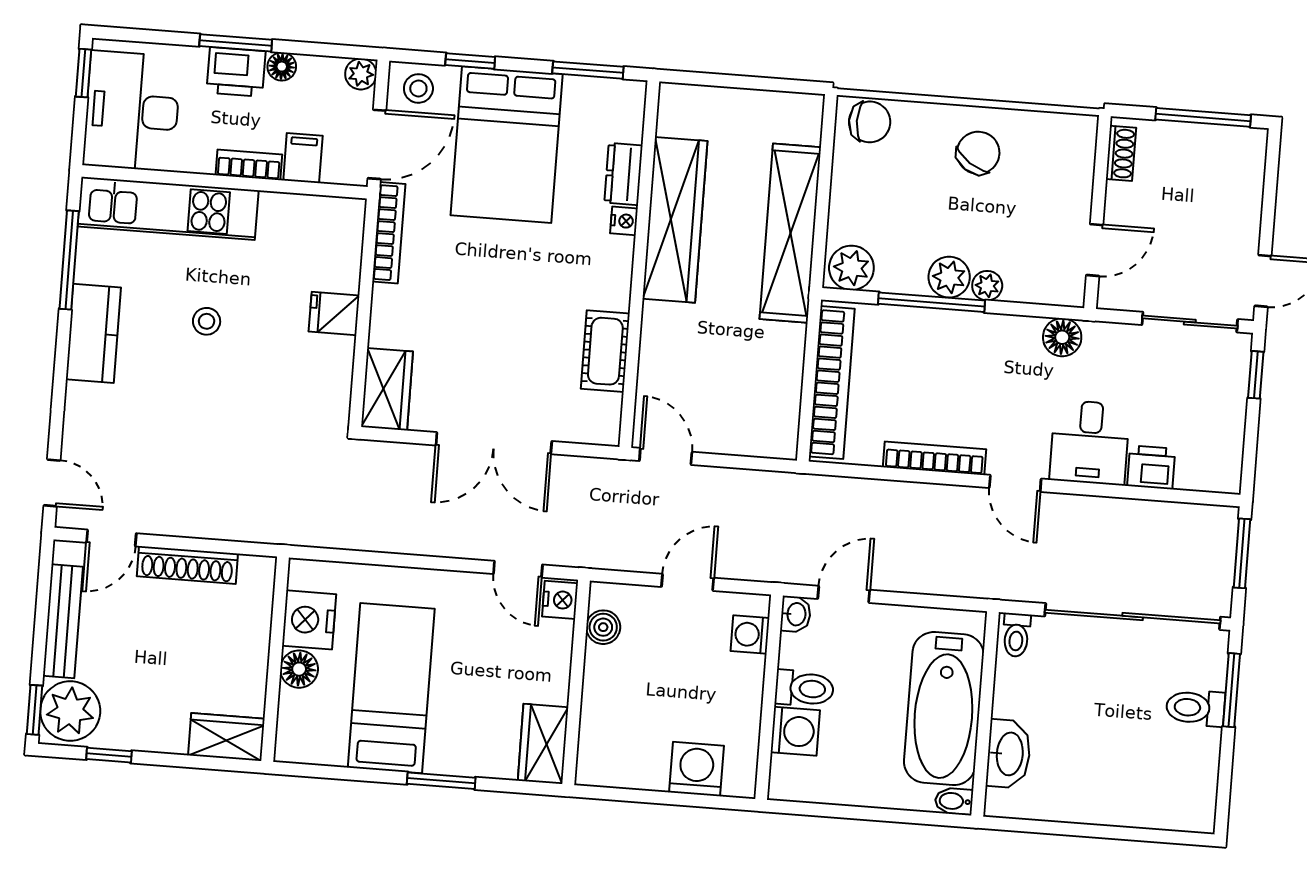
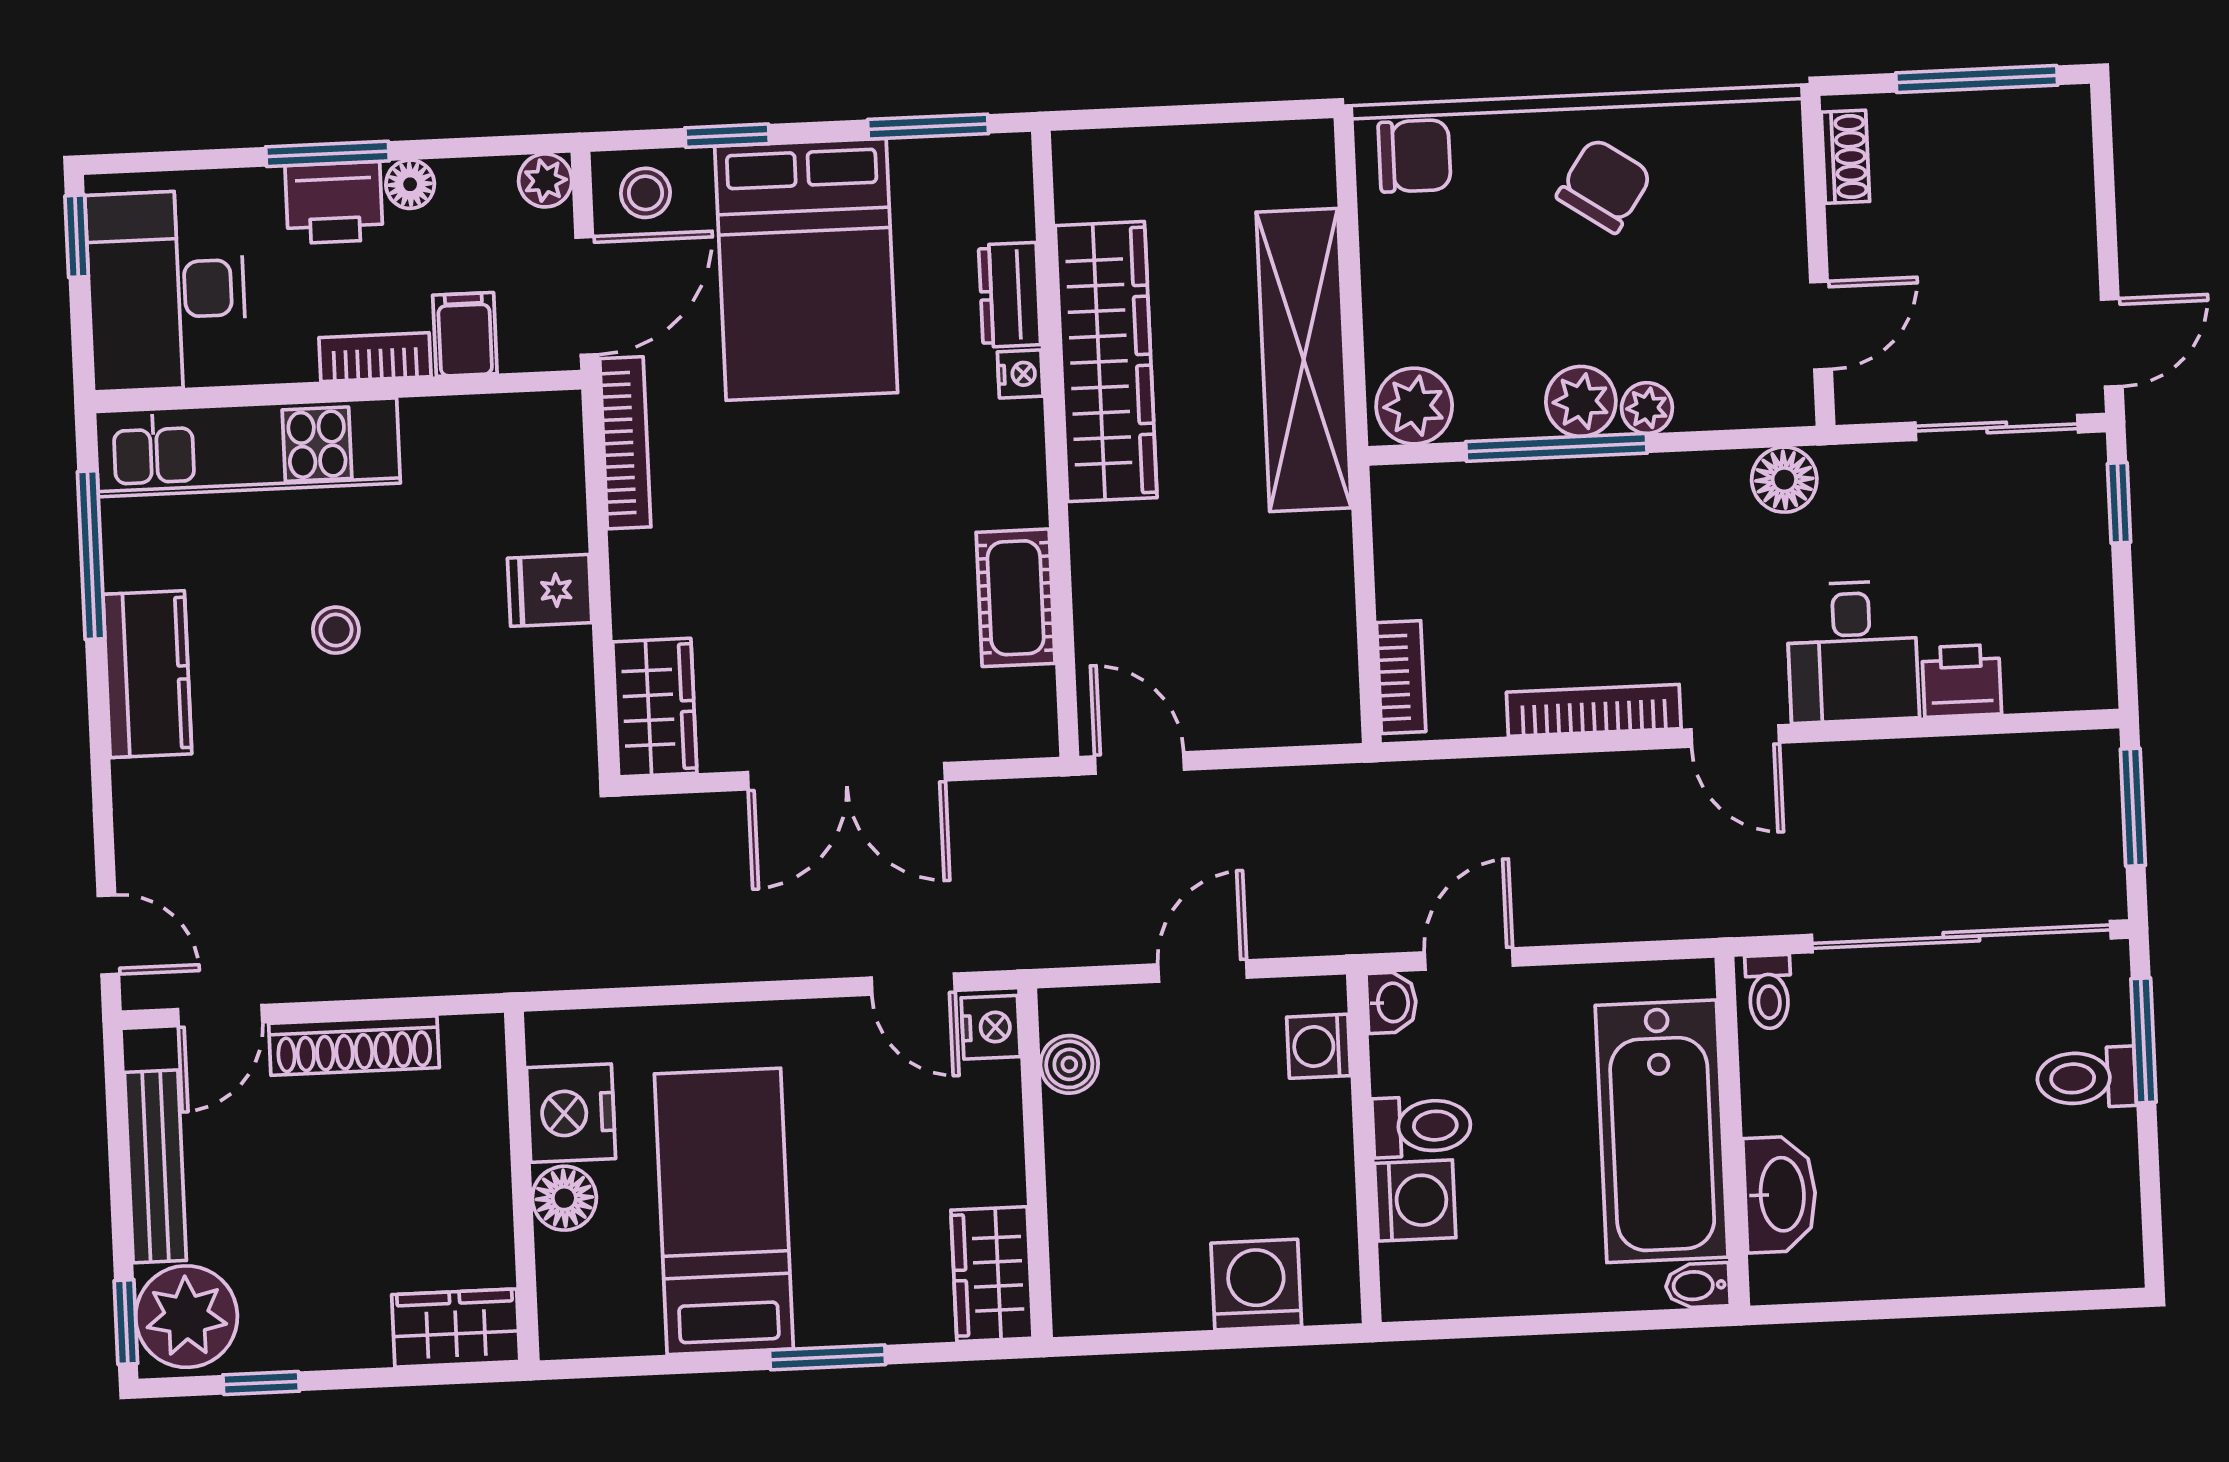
bookcase: (832, 383) -> (1401, 677), width x0.43, depth x0.76

